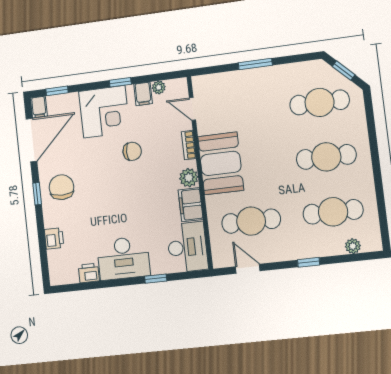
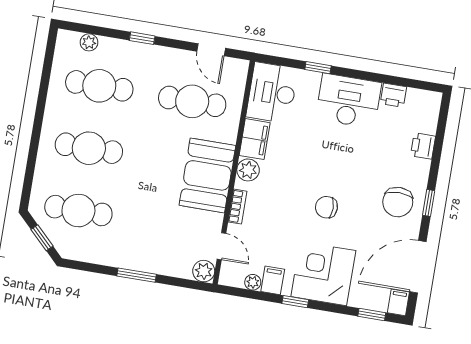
plant: (201, 84) -> (204, 271), added
chair: (132, 151) -> (326, 207), moved

